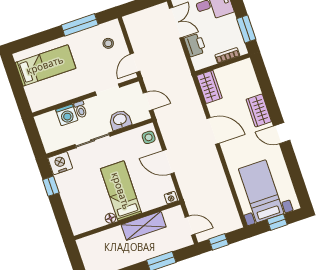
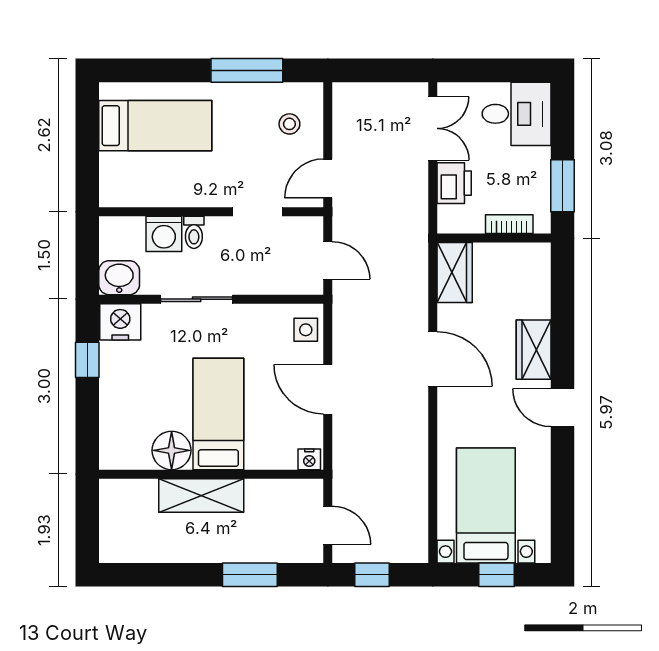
washbasin: (120, 120) -> (119, 278), moved
floor lamp: (110, 218) -> (172, 450), width x1.89, depth x1.89
shelving: (144, 226) -> (201, 495), moved

